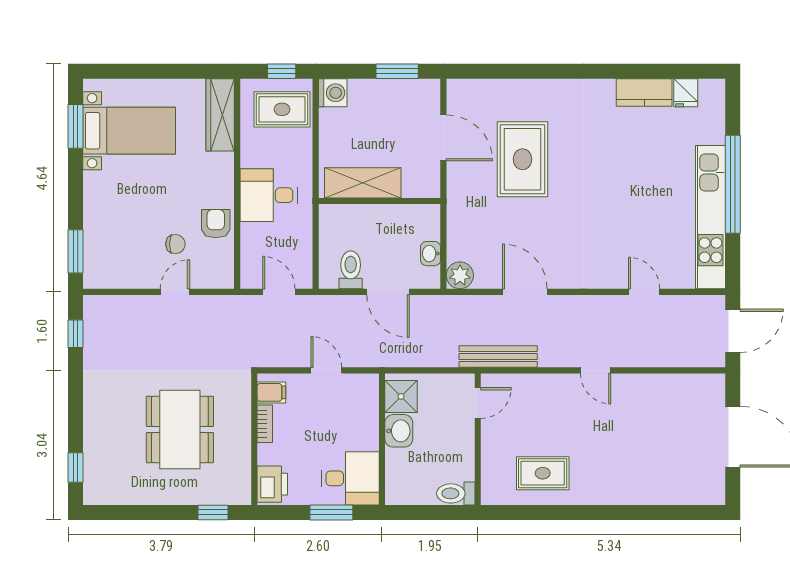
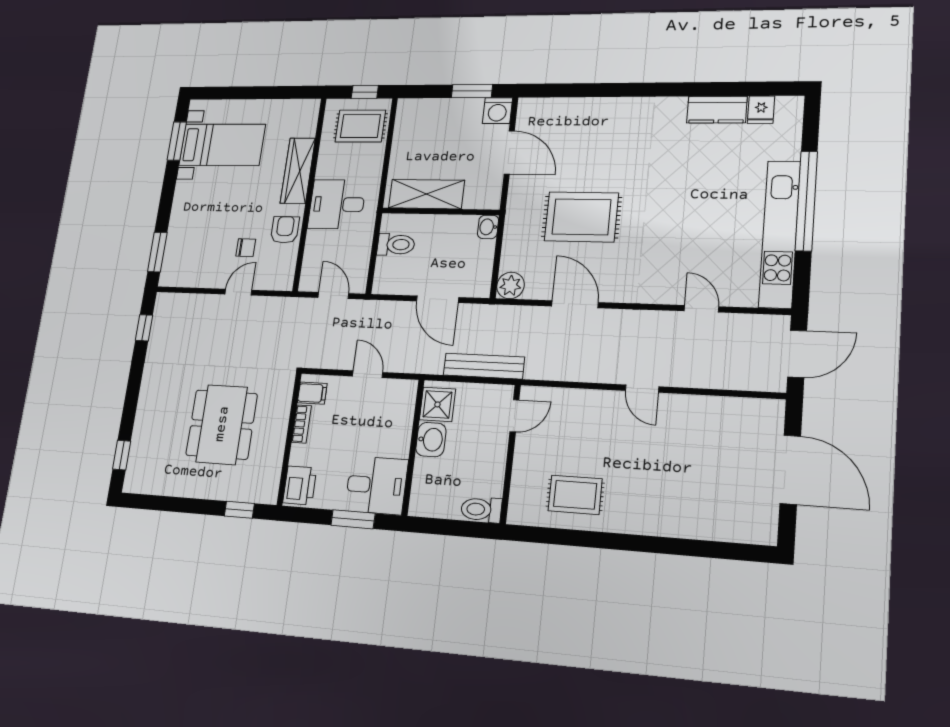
washing machine: (333, 93) -> (497, 111), moved, turned 90
wardrobe: (220, 115) -> (298, 171), moved
rug: (523, 159) -> (581, 217), moved, turned 90
washbasin: (431, 254) -> (488, 227), moved
toilet: (351, 270) -> (396, 244), moved, turned 90
bench: (498, 357) -> (484, 366), moved

